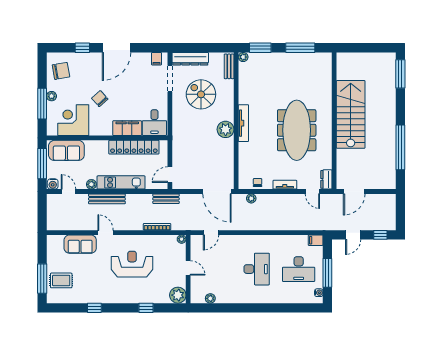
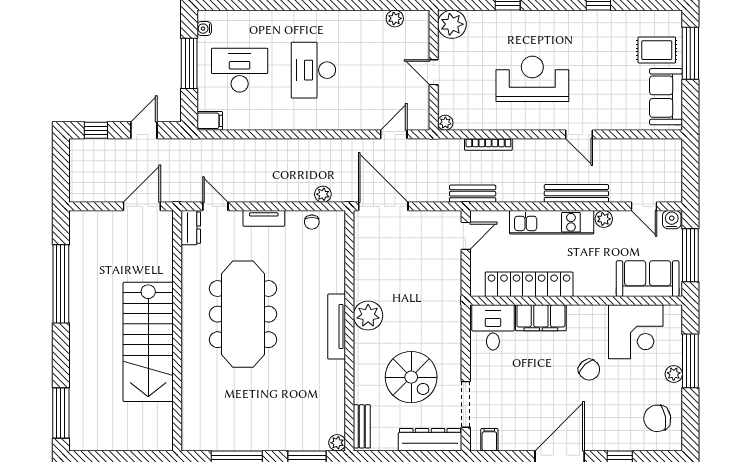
sofa: (80, 244) -> (666, 97), moved, turned -90
reception desk: (132, 264) -> (532, 79), turned 180

